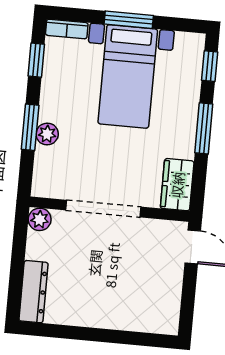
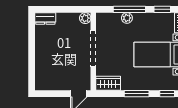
window: (30, 127) -> (129, 9), width x1.44
dresser: (34, 292) -> (45, 18), width x0.70

